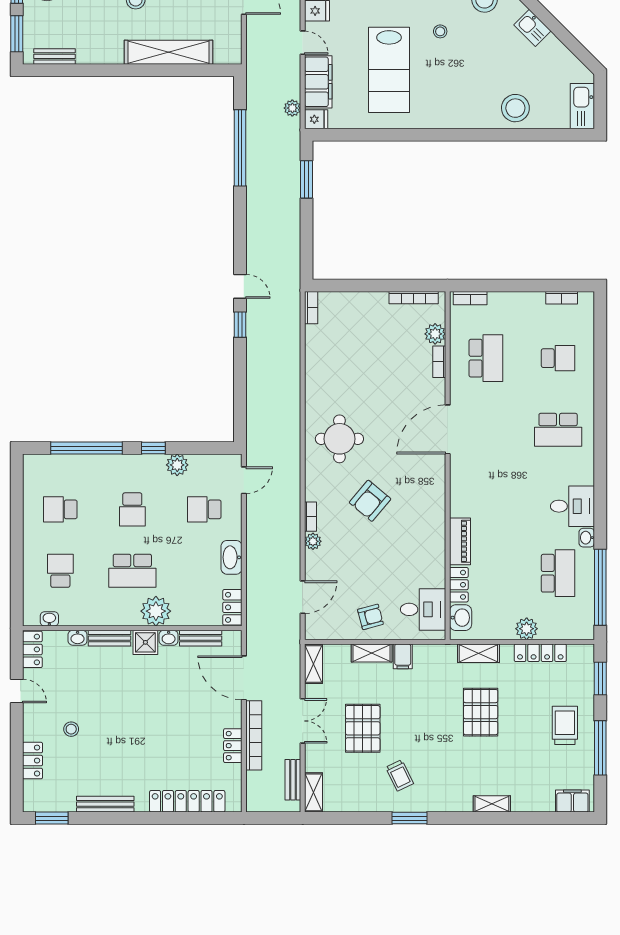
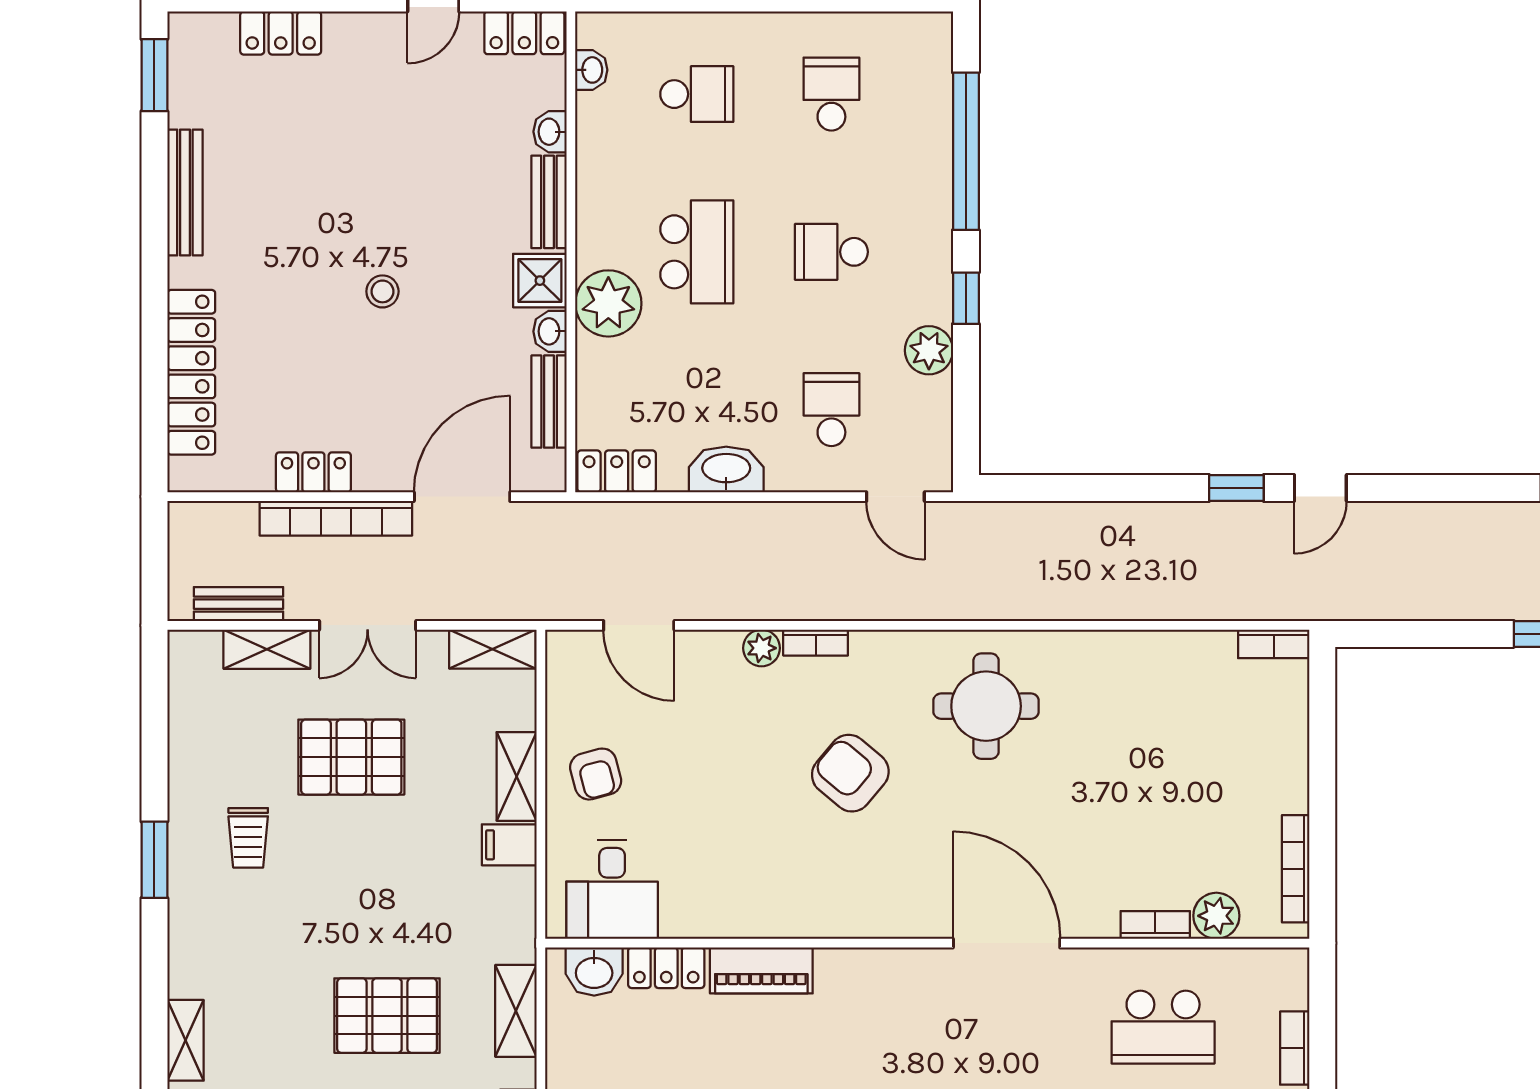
bookcase: (470, 298) -> (1295, 1048), moved
school desk: (132, 571) -> (697, 252), turned 180
stool: (71, 729) -> (382, 291), moved
trolley: (400, 775) -> (248, 838), turned -64
shelving: (314, 792) -> (267, 649), moved

